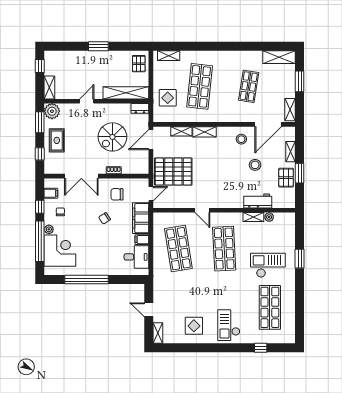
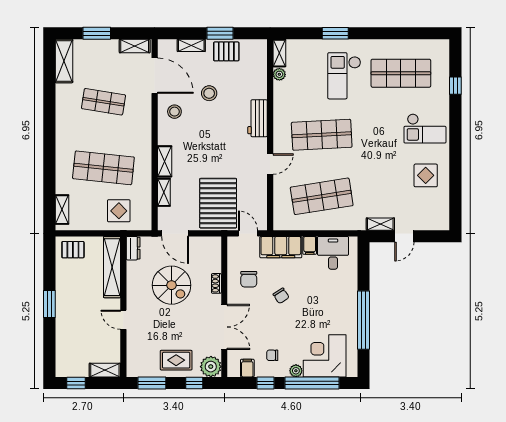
plant: (52, 111) -> (211, 367), moved
workbench: (258, 201) -> (258, 118), moved
shelving: (253, 217) -> (279, 53), moved
shelving: (158, 333) -> (380, 224), moved

